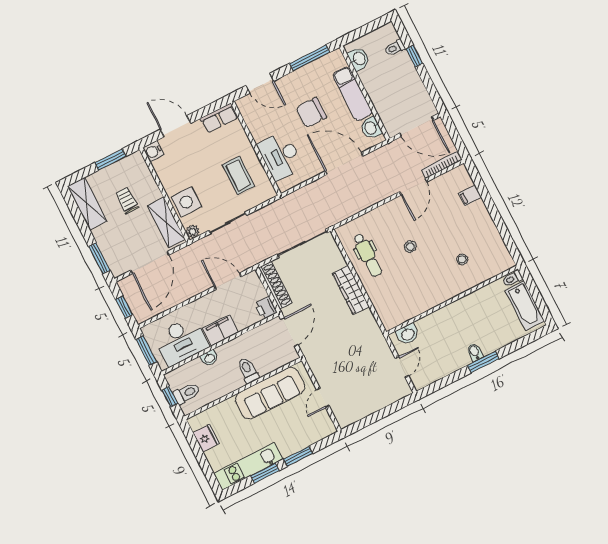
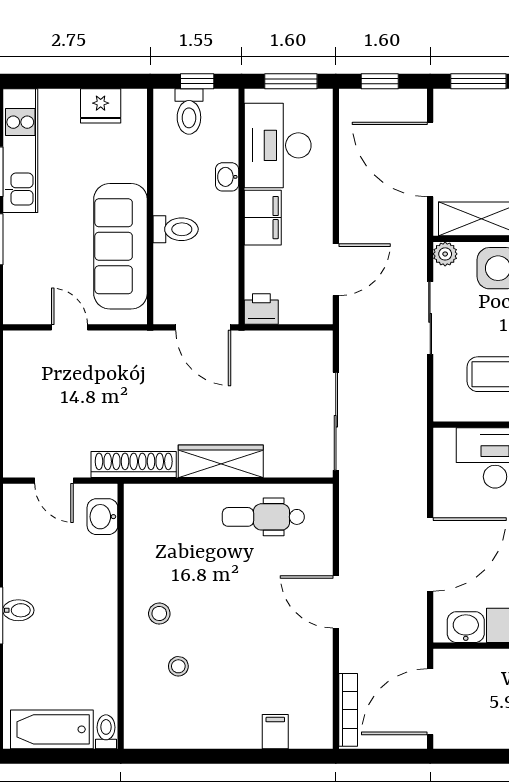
door: (413, 187) -> (336, 602), moved
stool: (410, 247) -> (159, 614), moved
shoe rack: (275, 285) -> (134, 465), moved, turned 180

